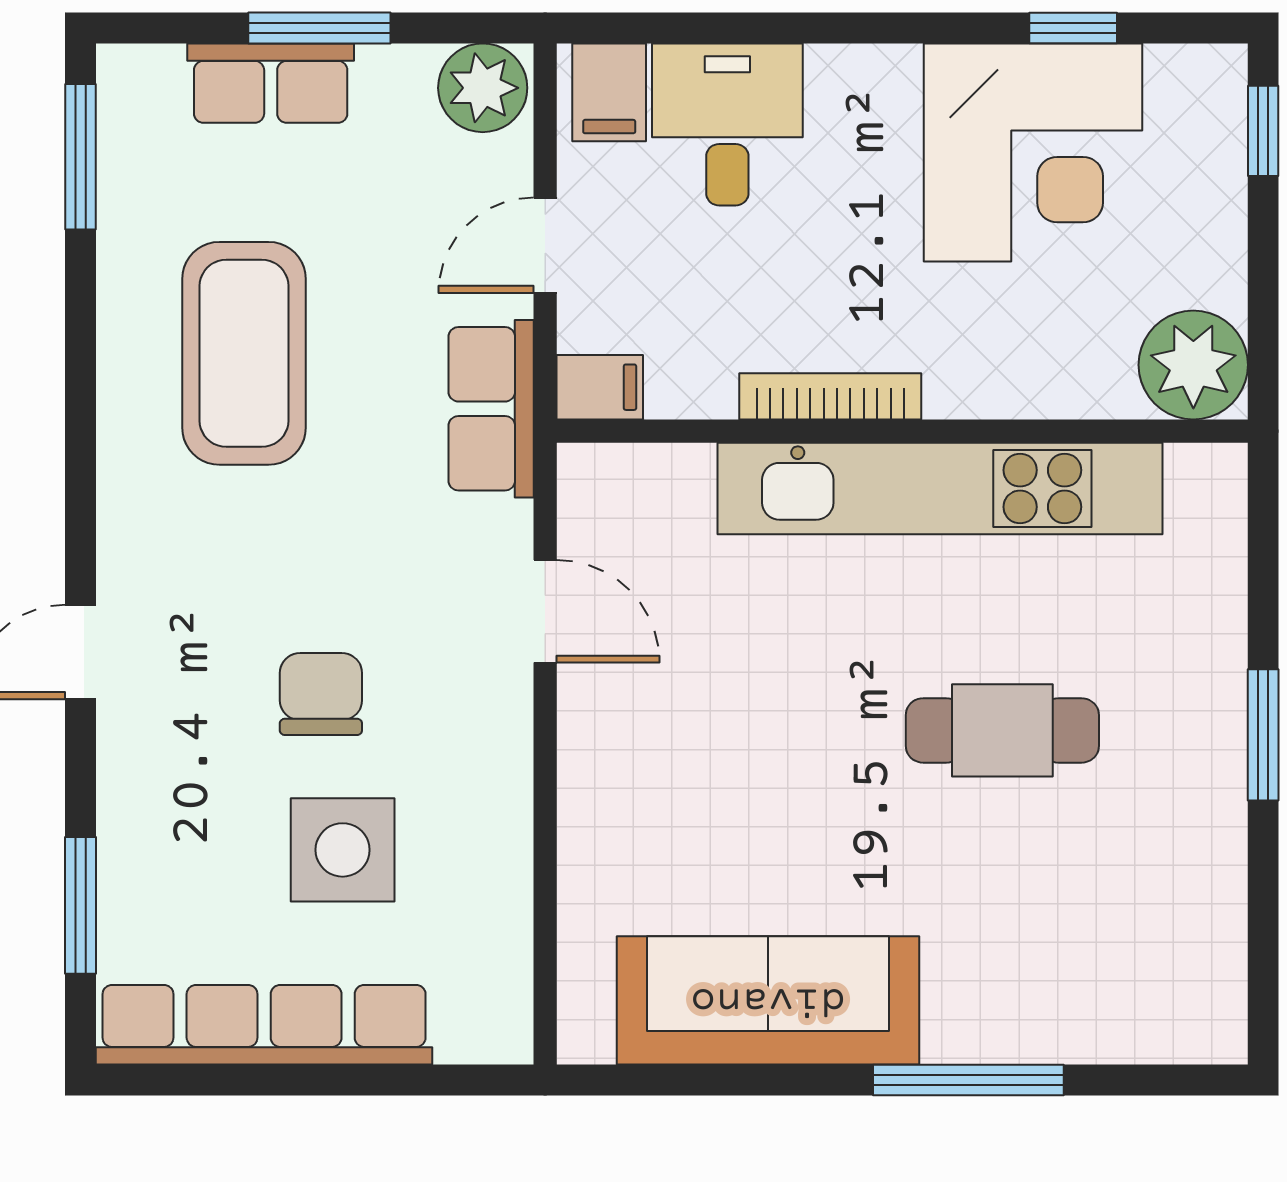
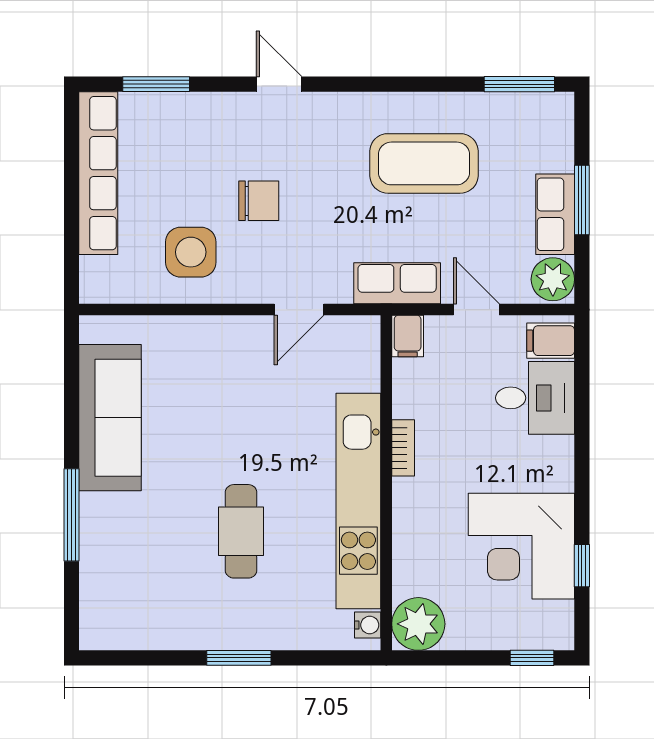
row of seats: (271, 83) -> (555, 214), moved
bookcase: (830, 396) -> (403, 448), width x0.64
water cooler: (1195, 469) -> (368, 625), added
side table: (343, 850) -> (191, 252), moved

